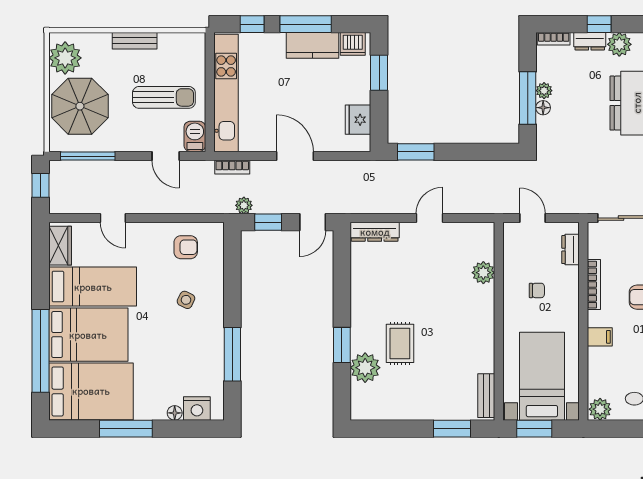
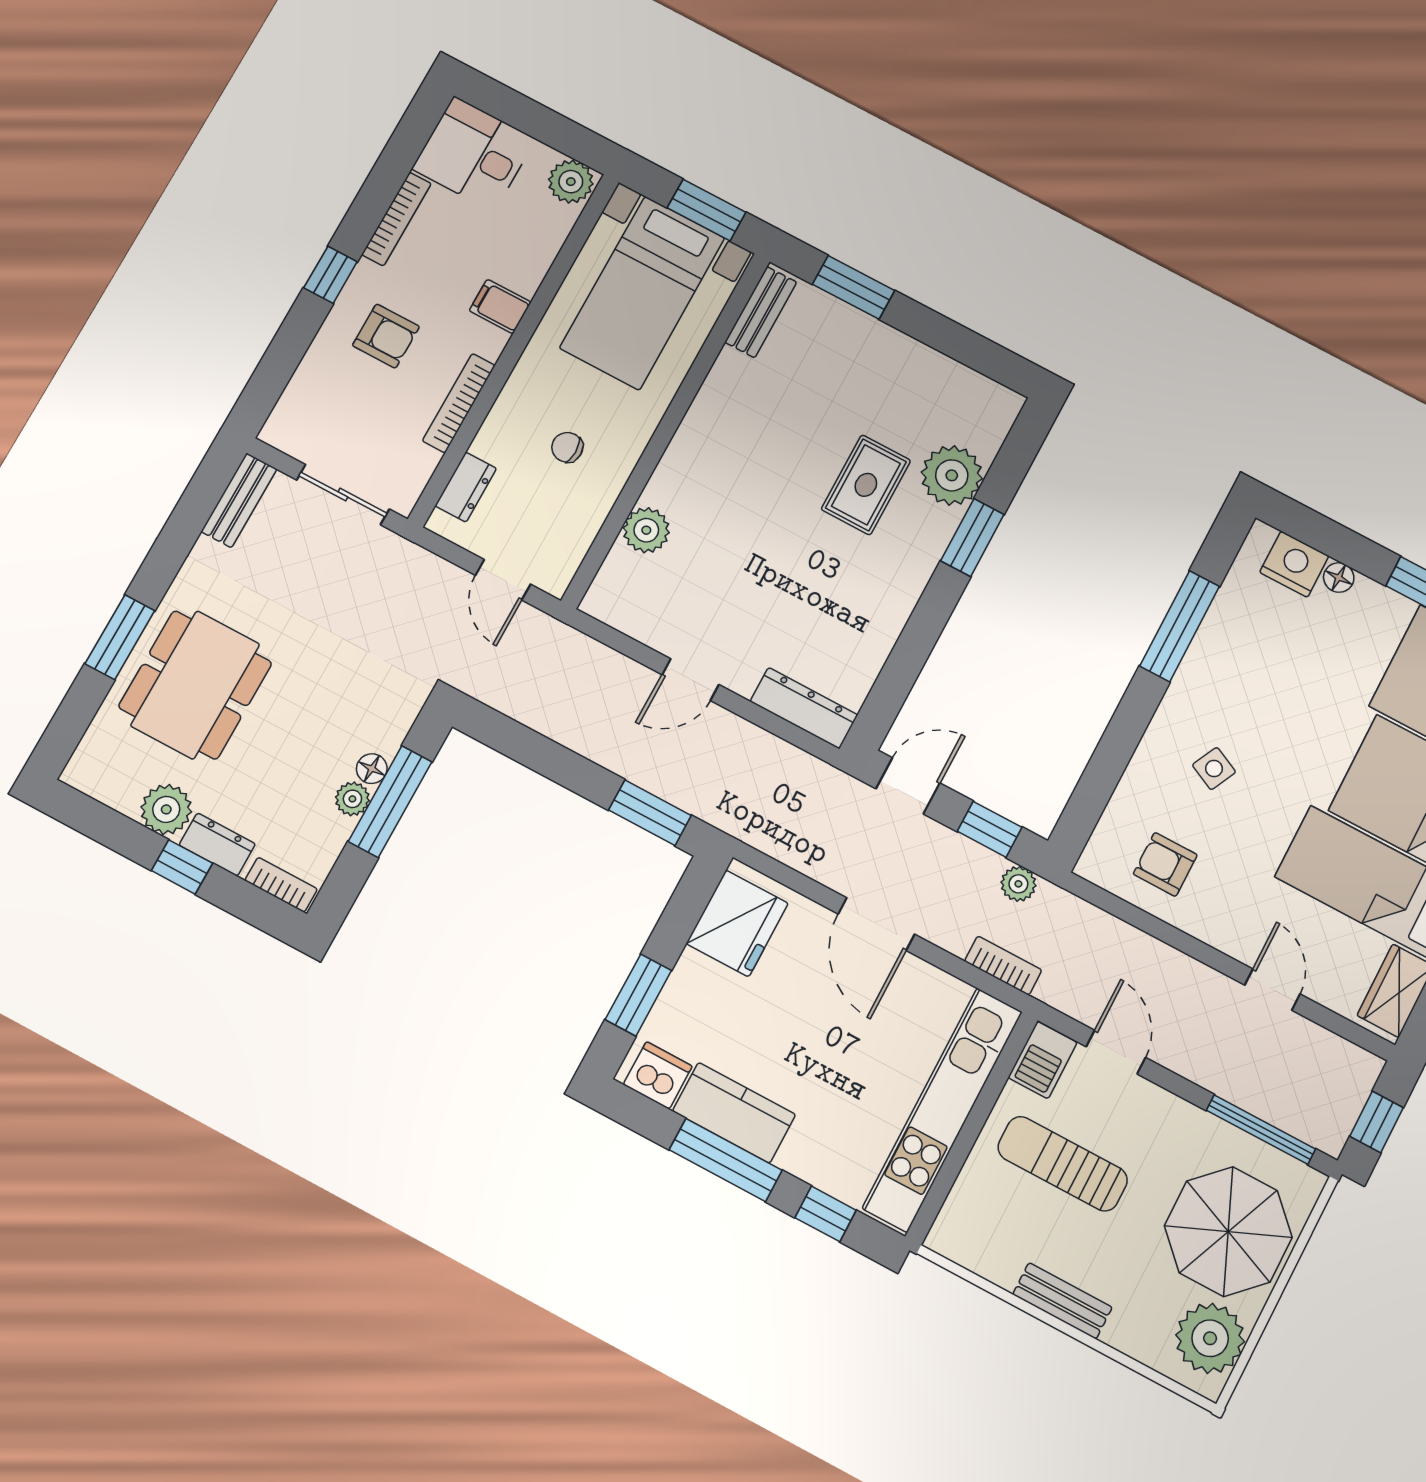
fridge: (358, 120) -> (737, 923), width x1.36, depth x1.34

